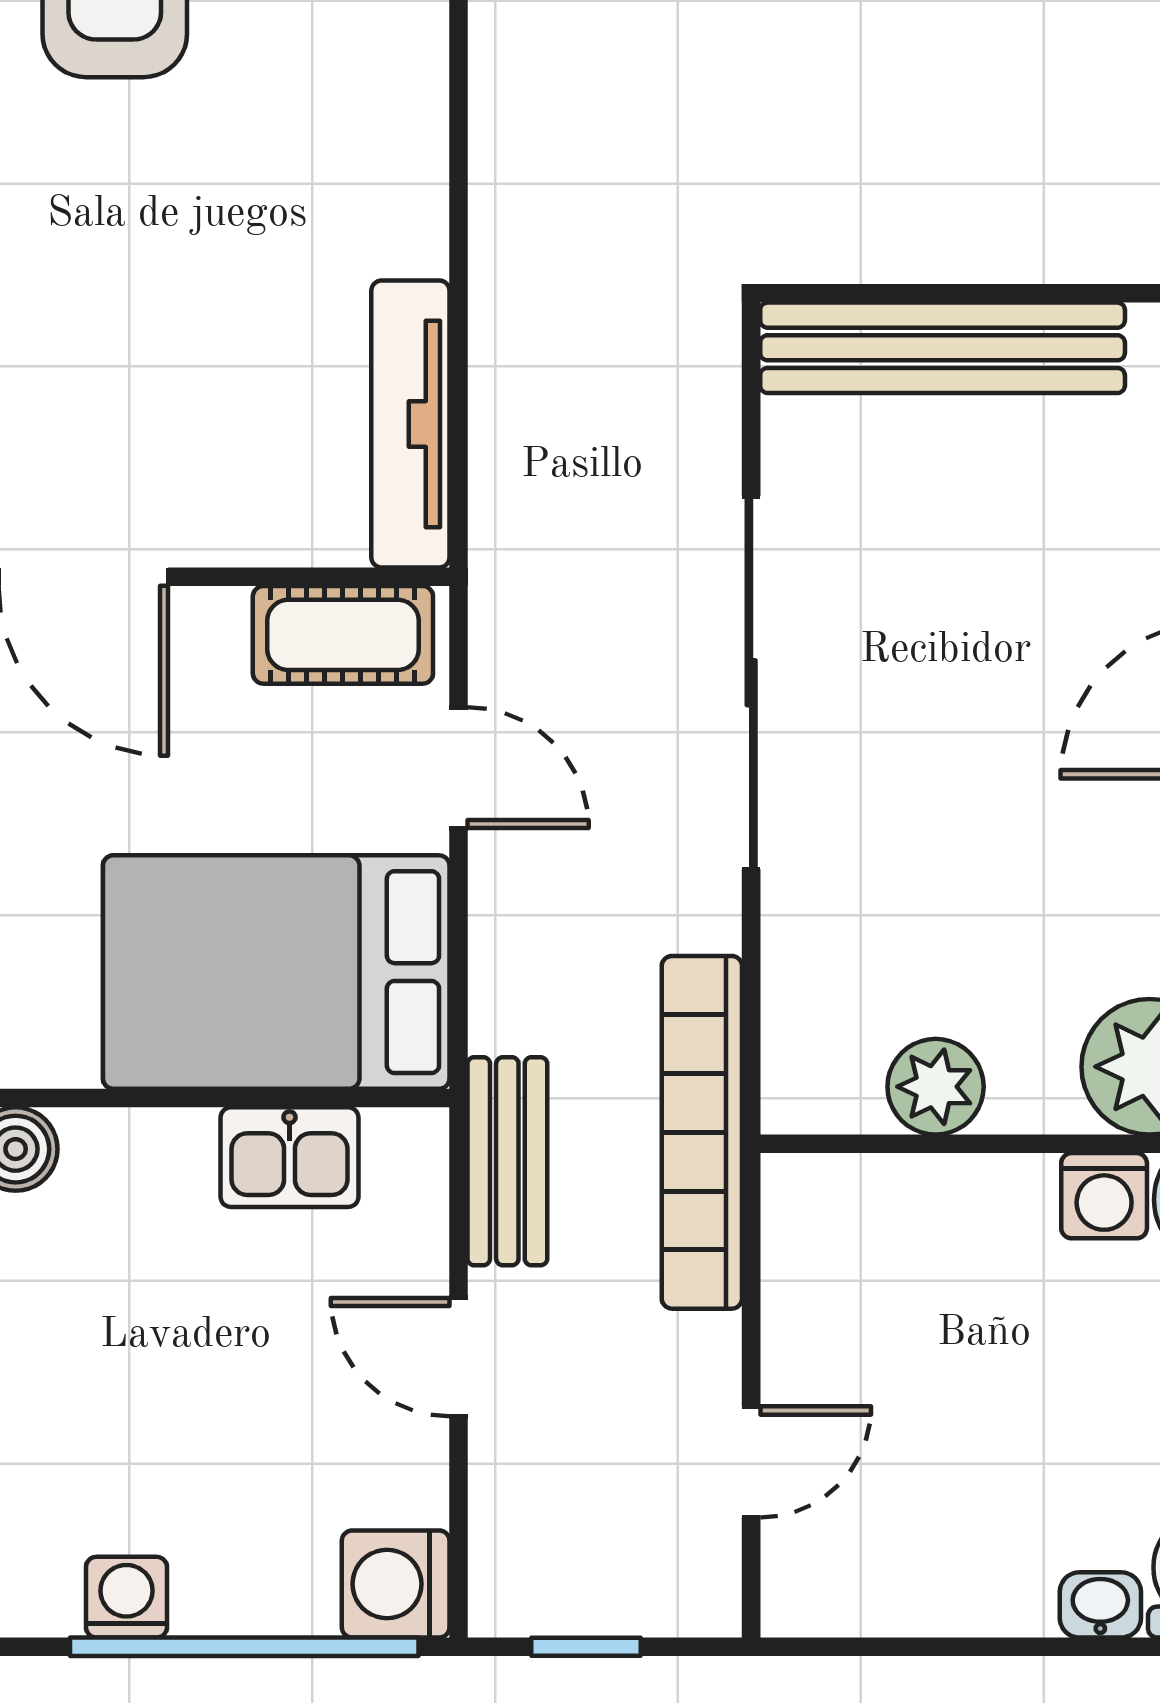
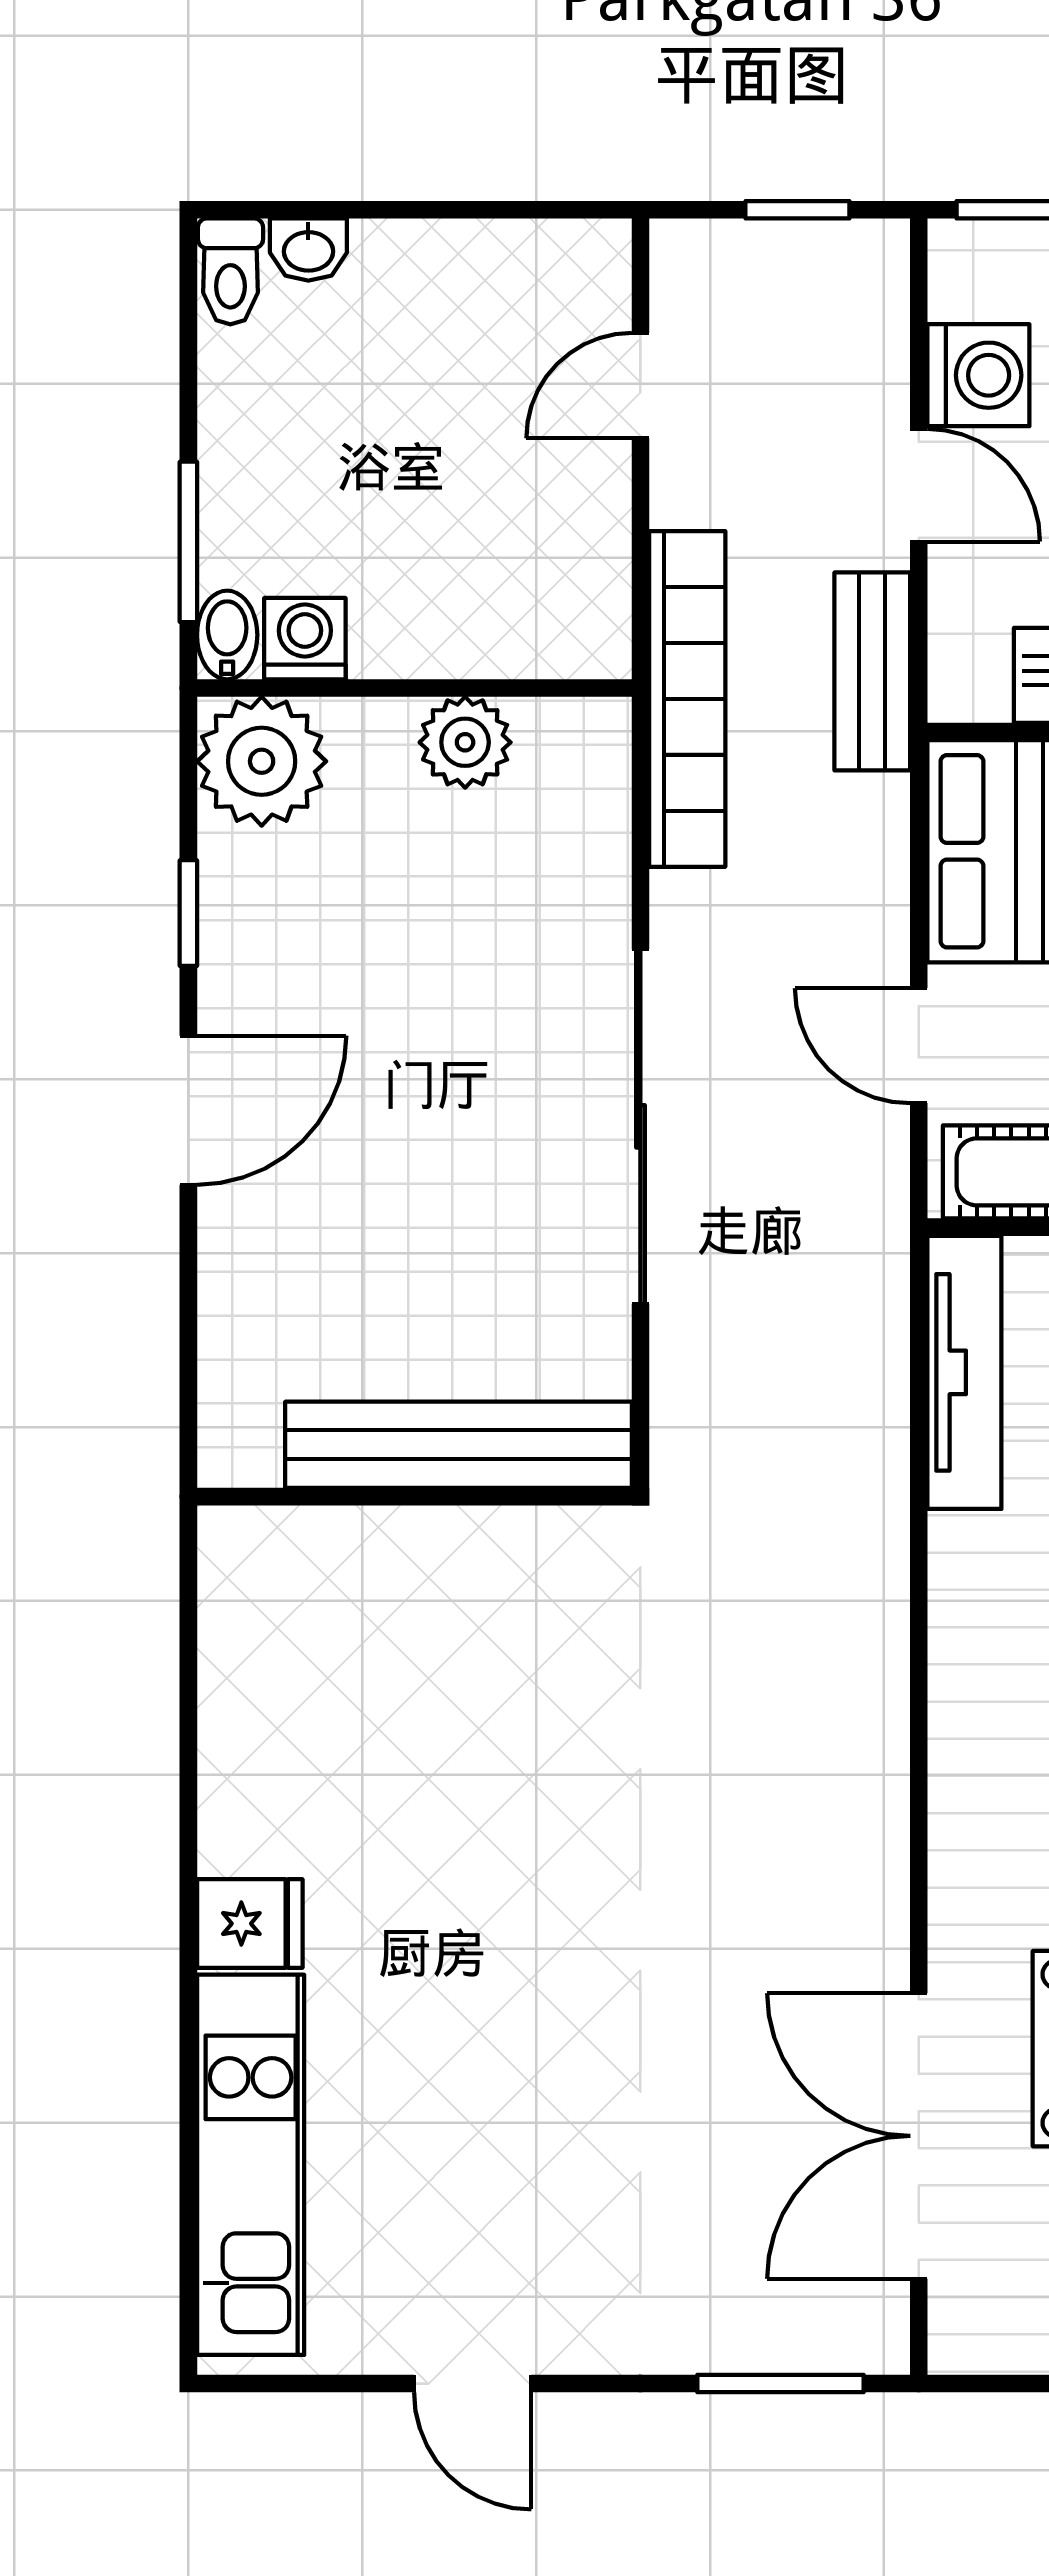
washing machine: (396, 1584) -> (978, 375), moved

